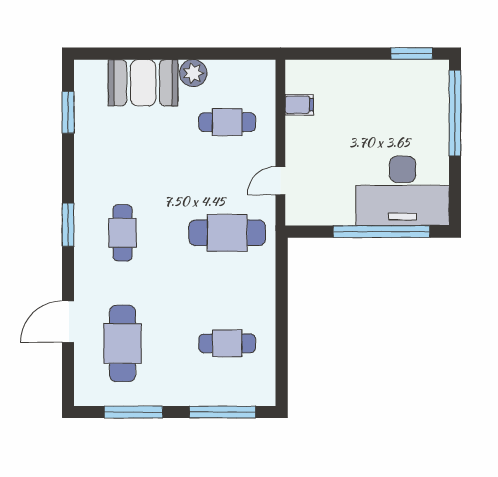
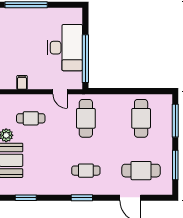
cafe table: (227, 122) -> (31, 118), turned 90
desk: (403, 191) -> (65, 48), moved
window: (381, 232) -> (85, 59), moved
cafe table: (227, 343) -> (141, 118), width x1.37, depth x1.35

